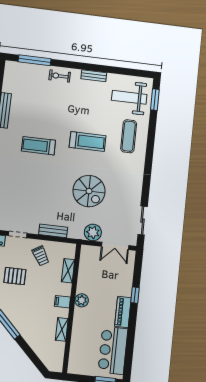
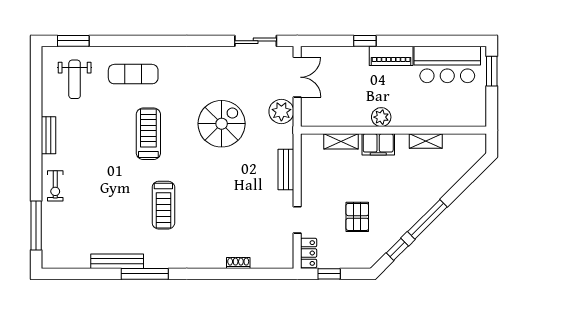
weight bench: (129, 97) -> (75, 79), width x0.73, depth x0.75
trolley: (41, 256) -> (324, 183), removed
filing cabinet: (62, 302) -> (378, 144), width x2.00

